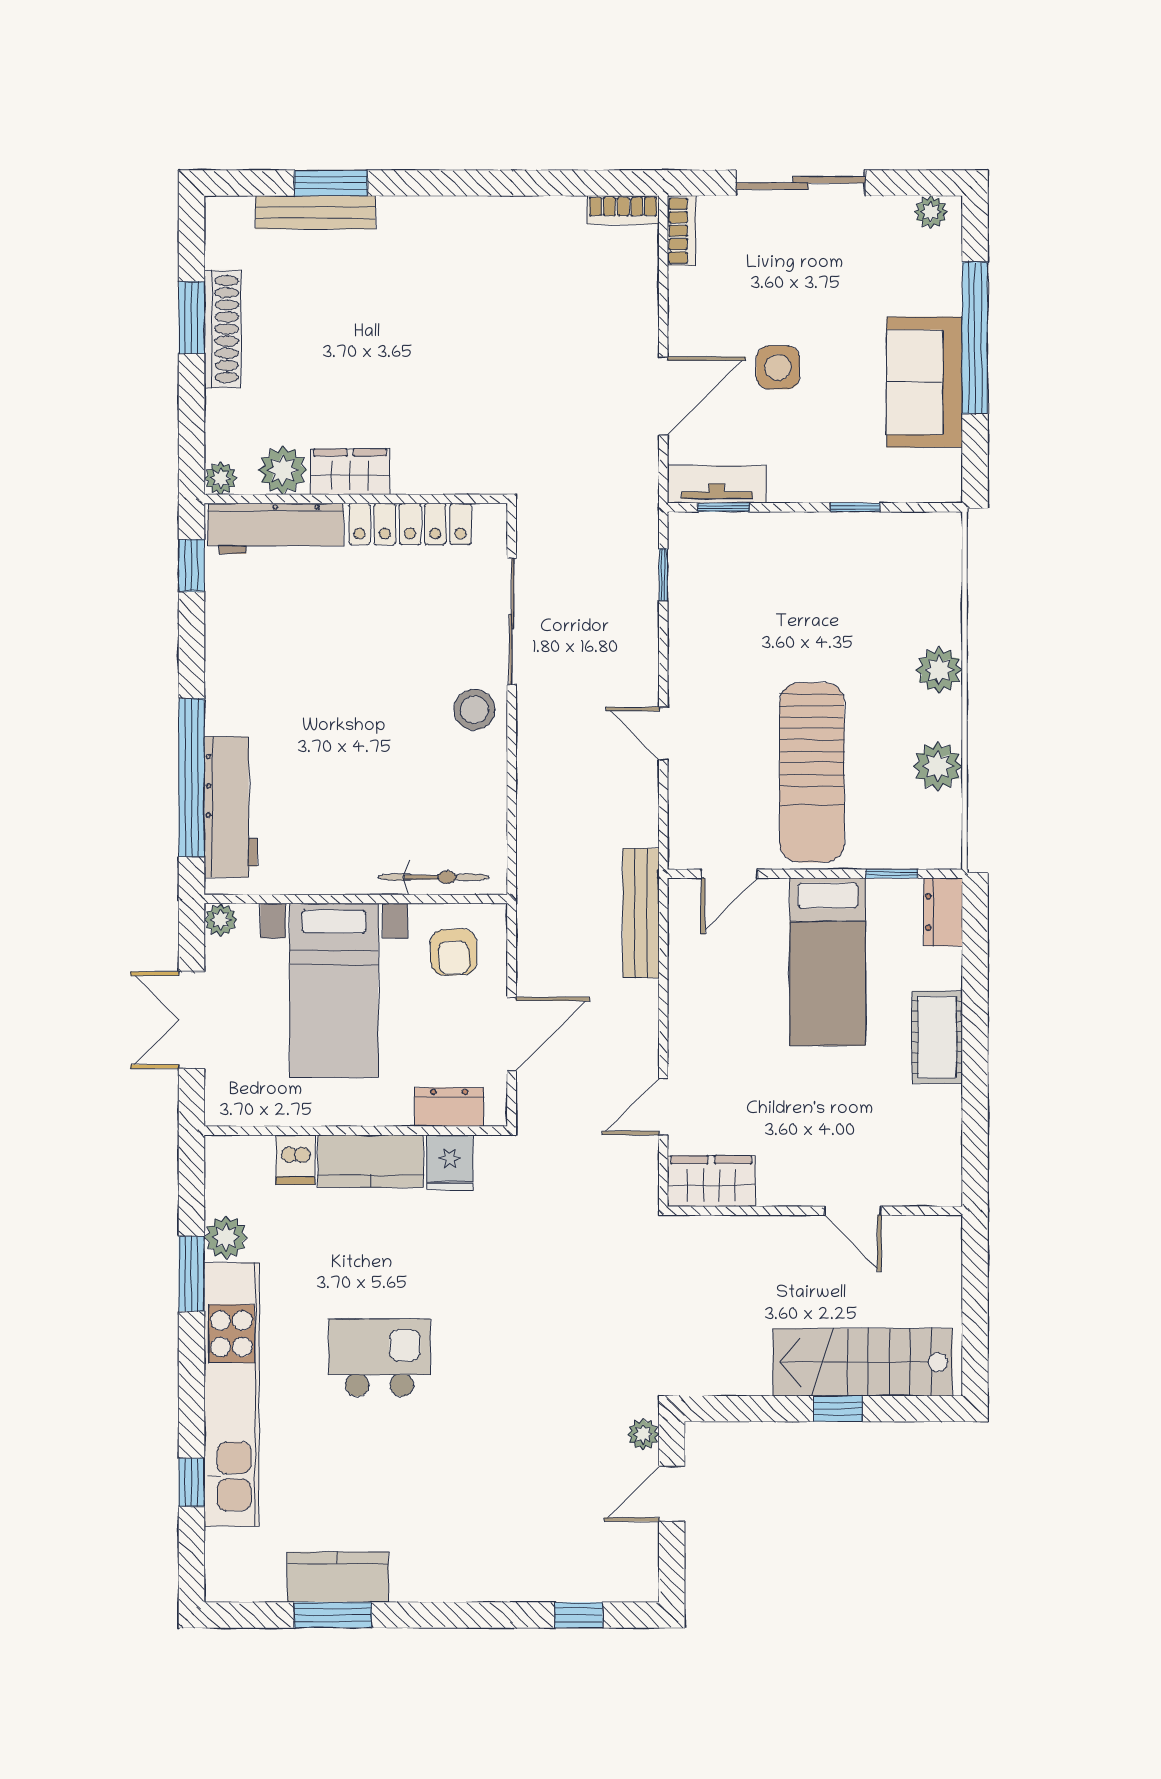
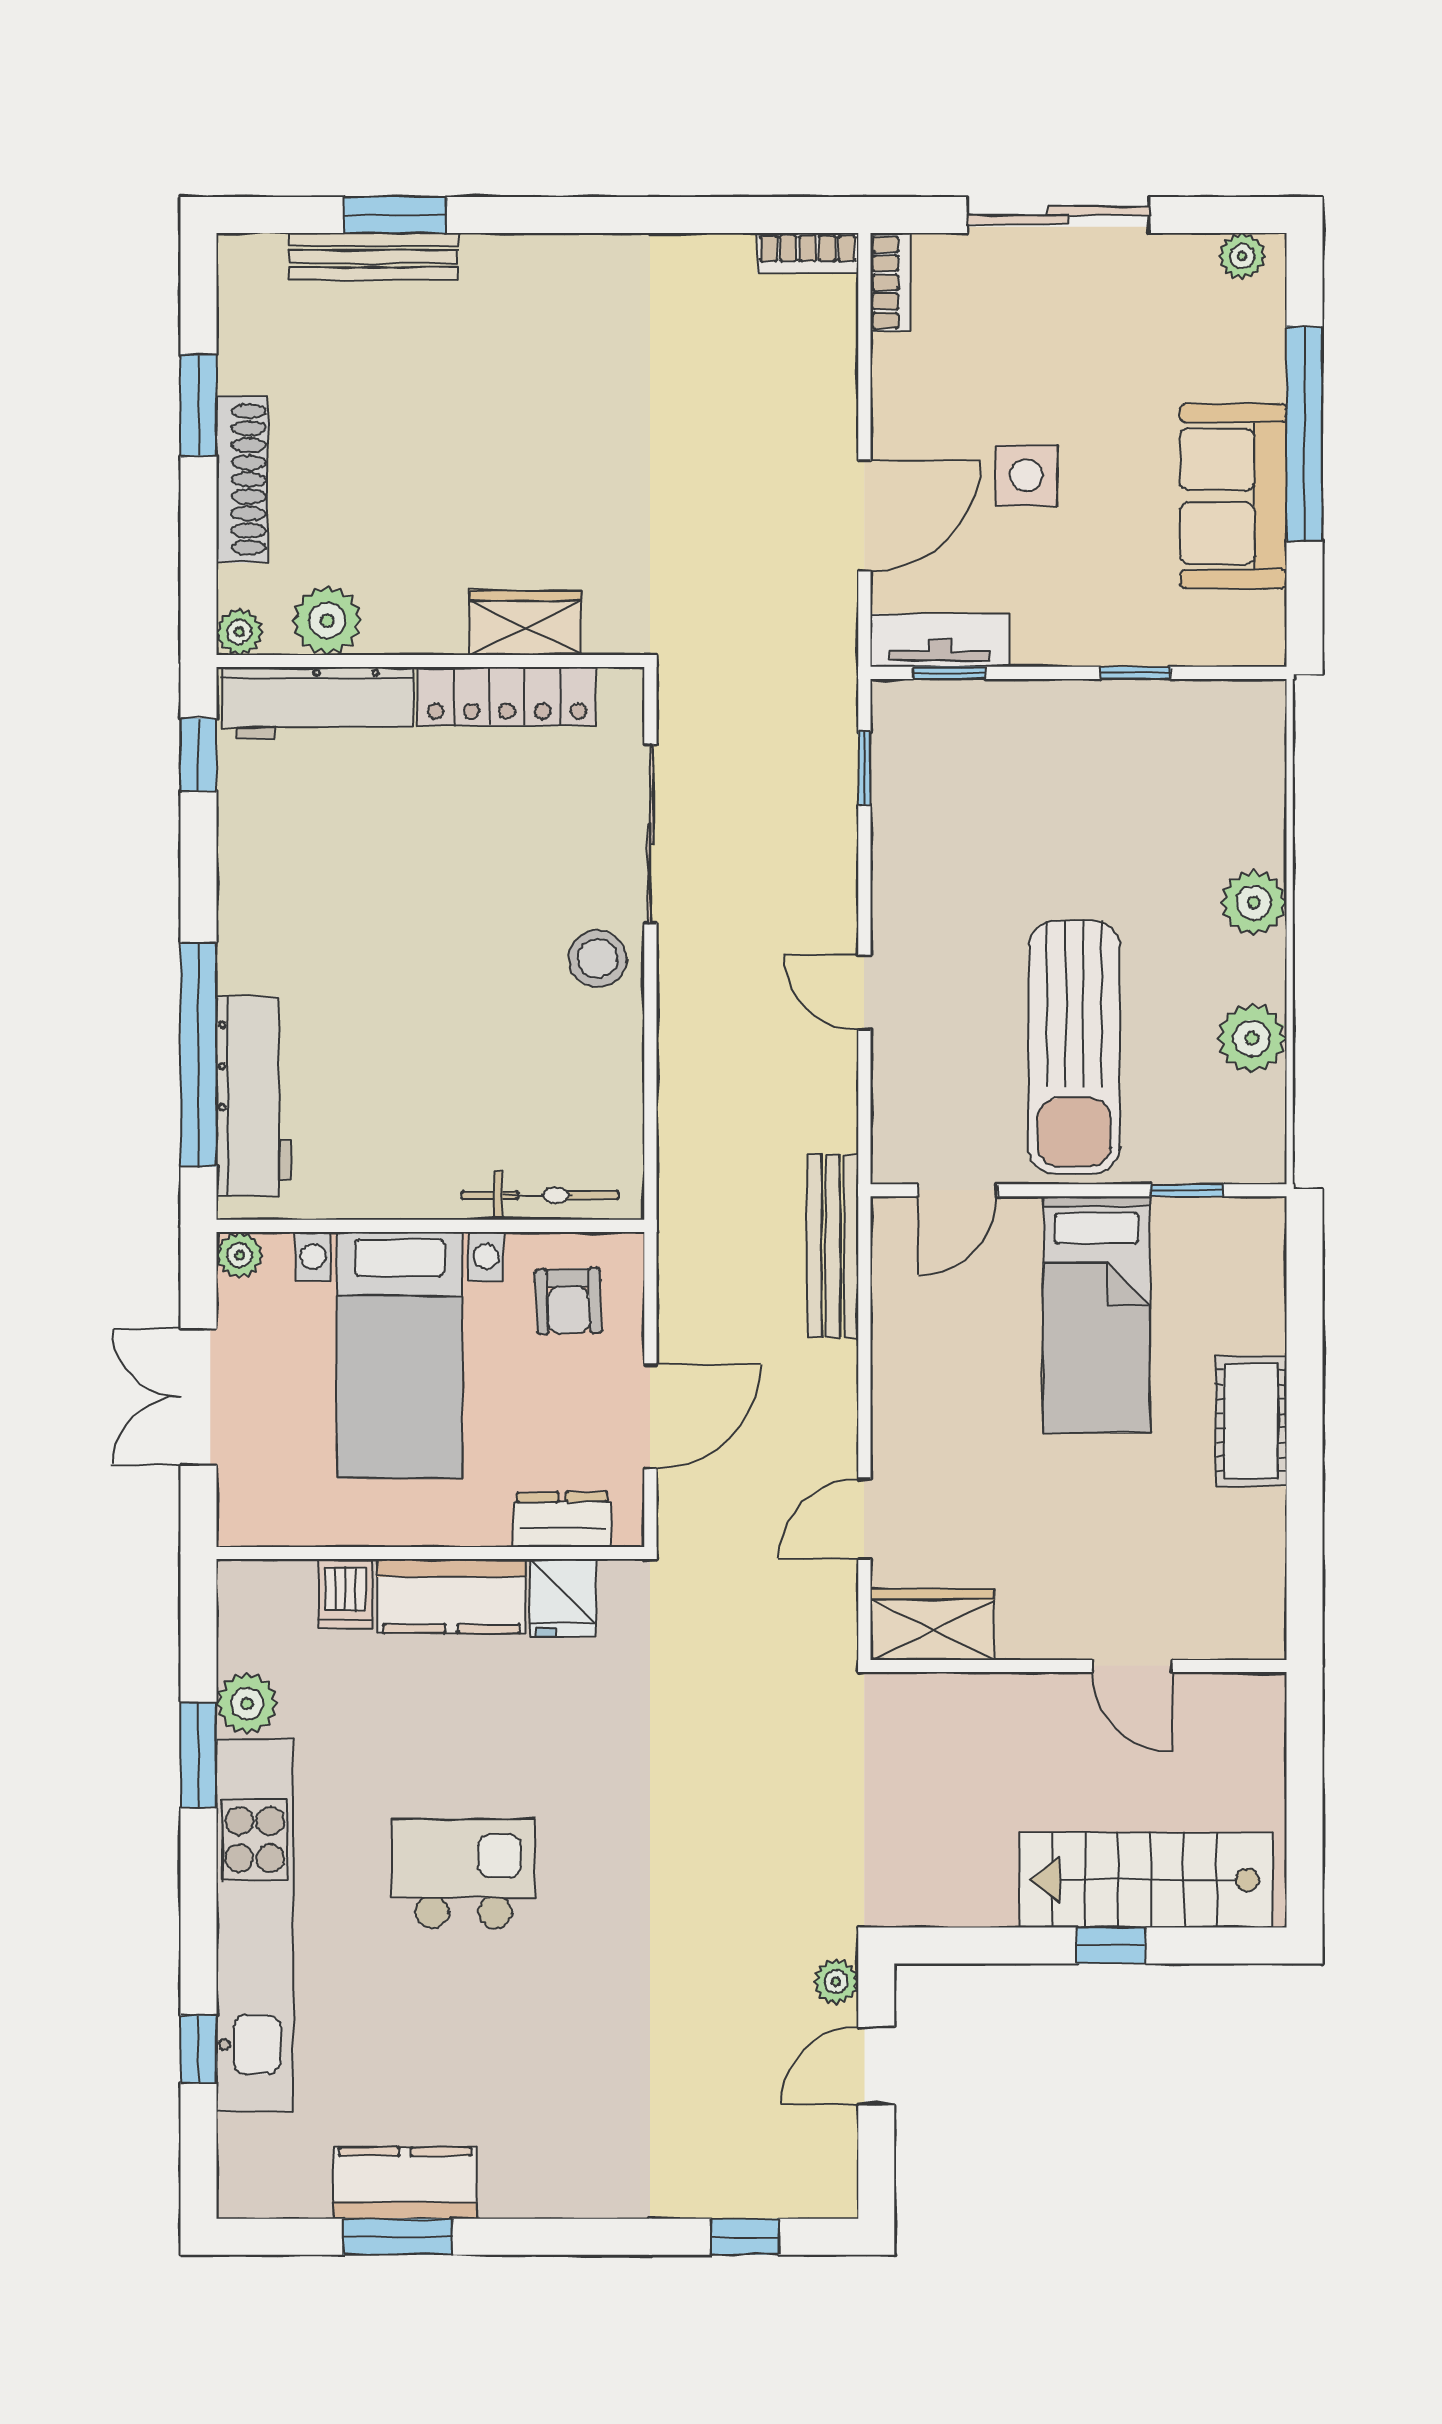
shoe rack: (222, 329) -> (242, 479), moved
wardrobe: (350, 472) -> (525, 623), moved
dresser: (943, 912) -> (1260, 1244), removed

